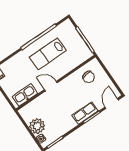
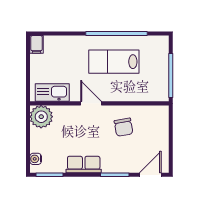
chair: (89, 77) -> (124, 127), moved
row of seats: (85, 113) -> (84, 165), moved
plant: (37, 126) -> (41, 117), moved

